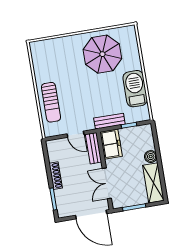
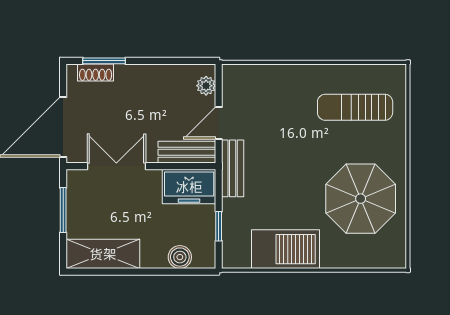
sun lounger: (51, 102) -> (355, 107), moved
bench: (109, 121) -> (233, 168), moved
plant: (57, 144) -> (206, 86), added
boiler: (151, 157) -> (180, 257), moved
shoe rack: (56, 176) -> (96, 73), moved, width x0.70

